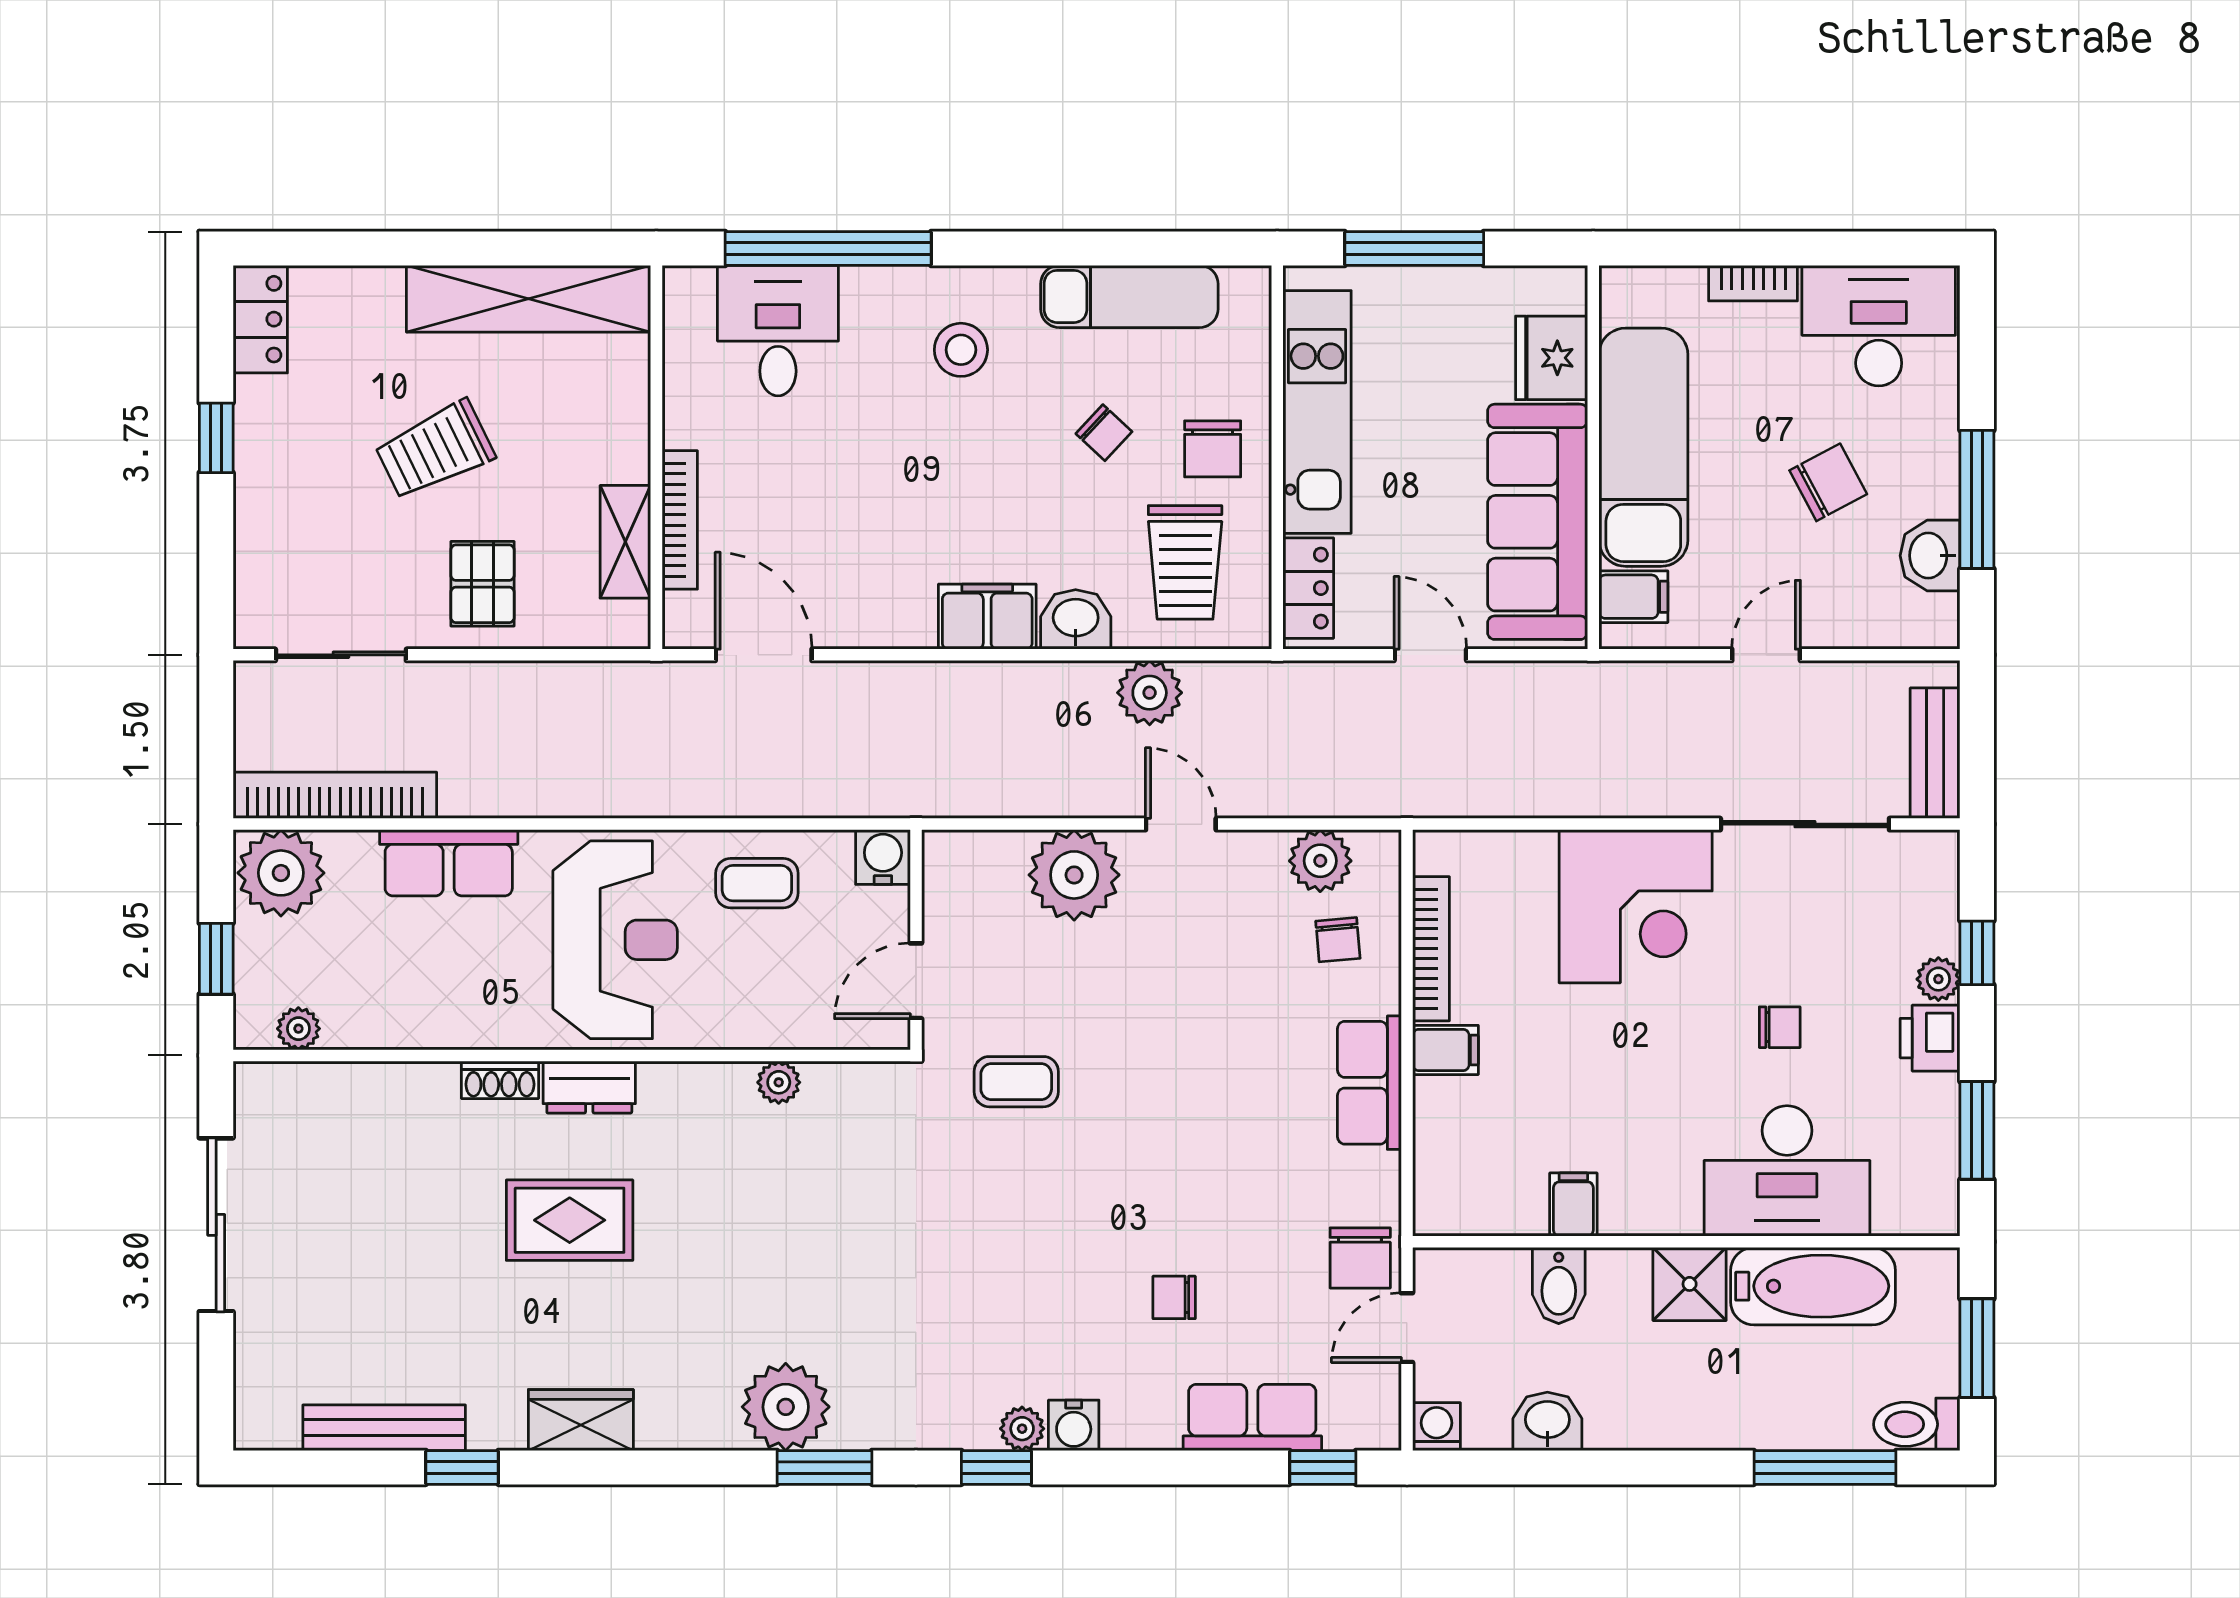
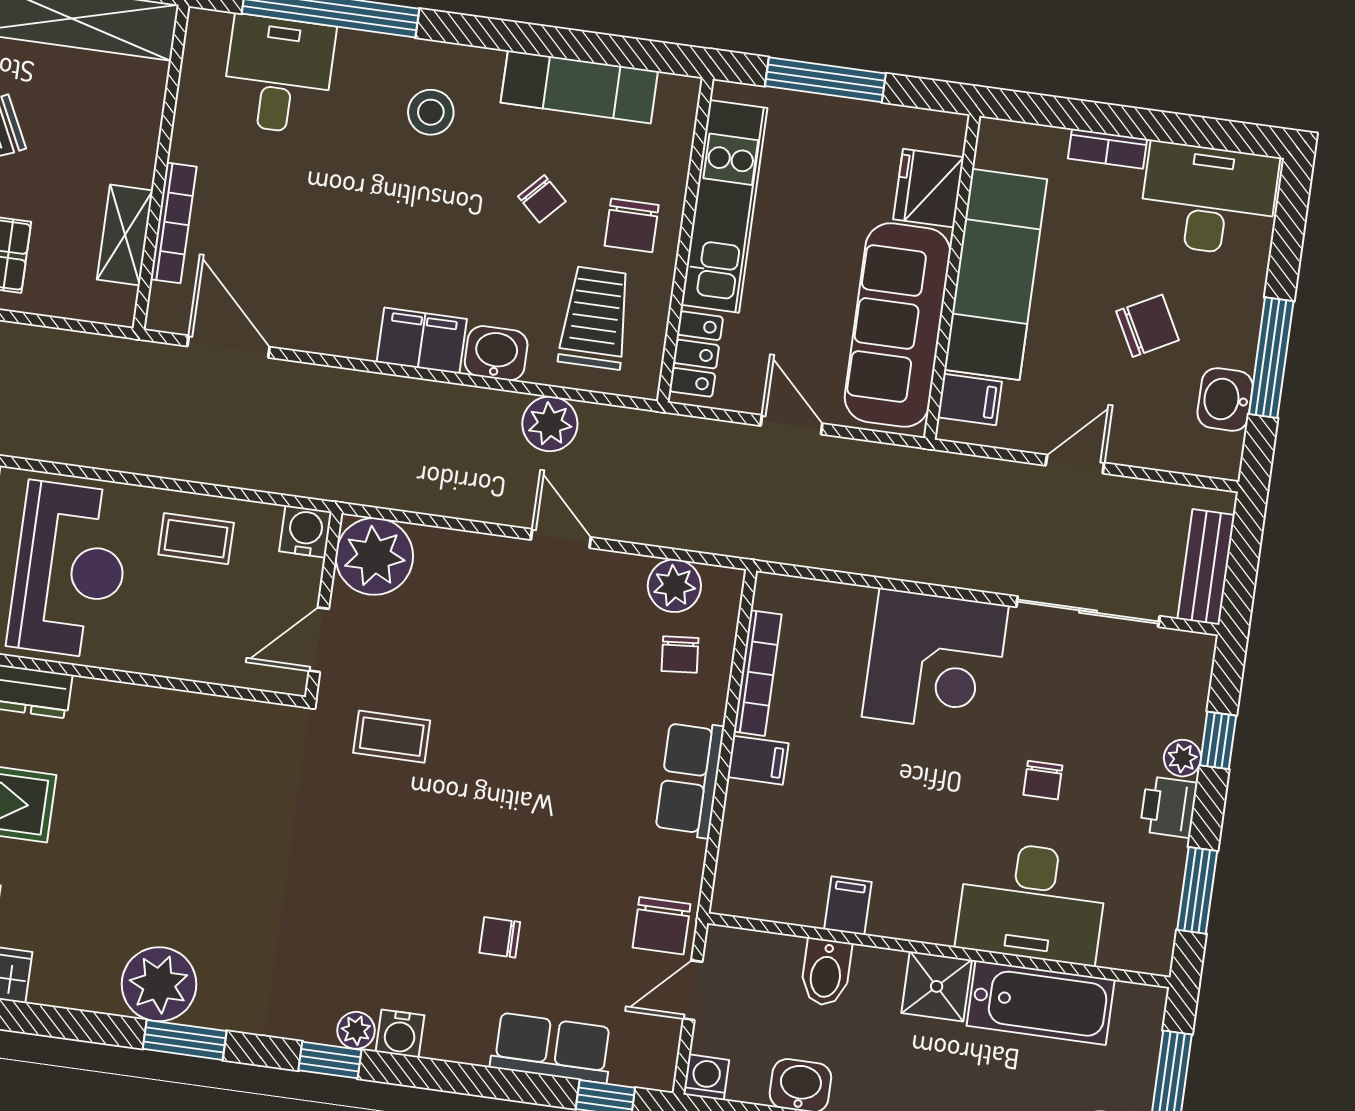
trolley: (1185, 562) -> (595, 318), turned 180
plant: (1074, 875) -> (374, 556), moved
chair: (1780, 1027) -> (1043, 780), turned 90
plant: (779, 1082) -> (191, 709), removed

